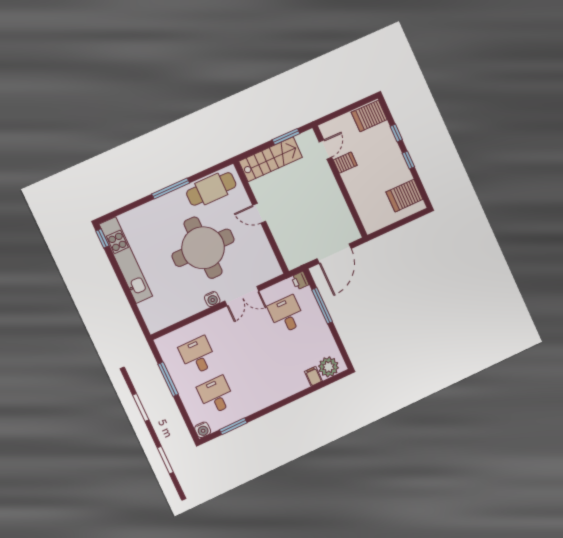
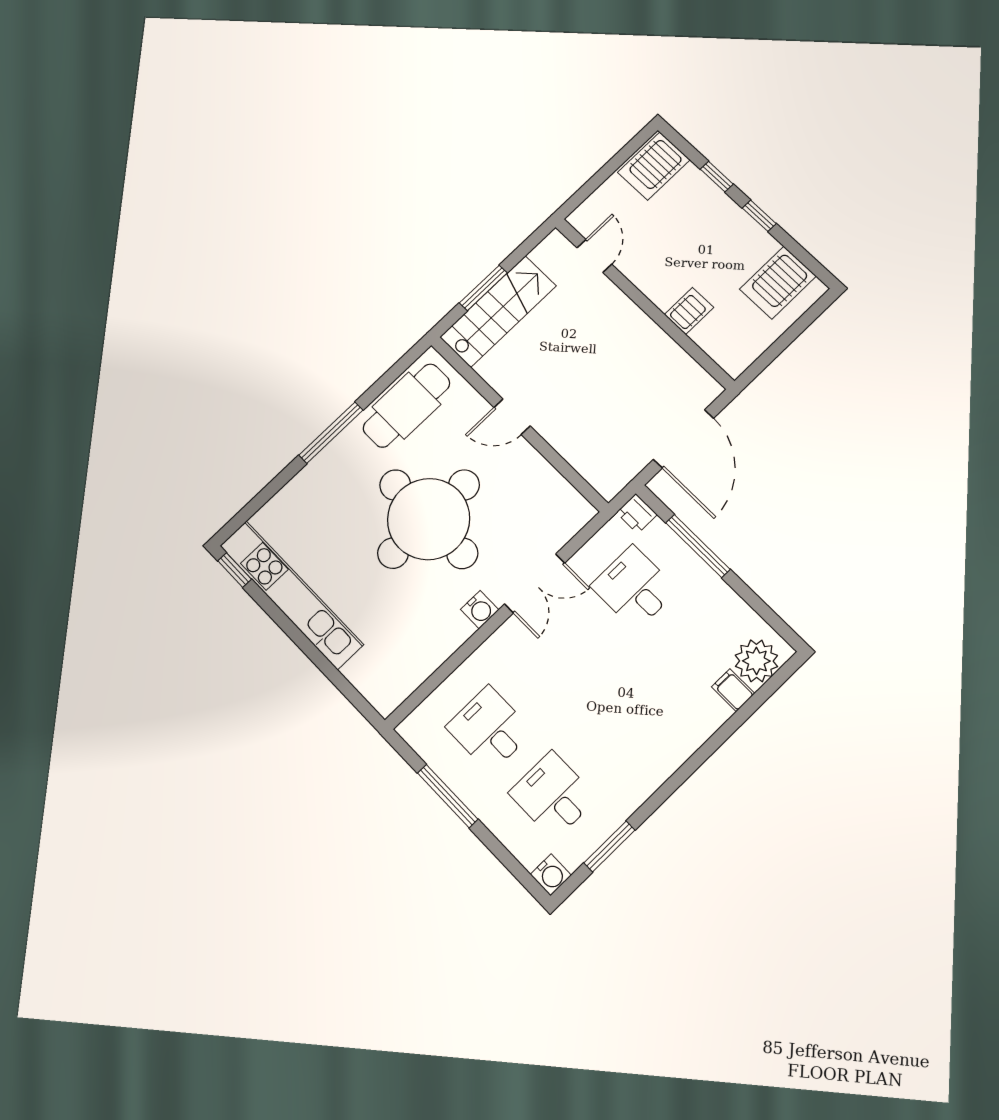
window: (286, 137) -> (483, 288), moved
server rack: (345, 163) -> (689, 311), moved

